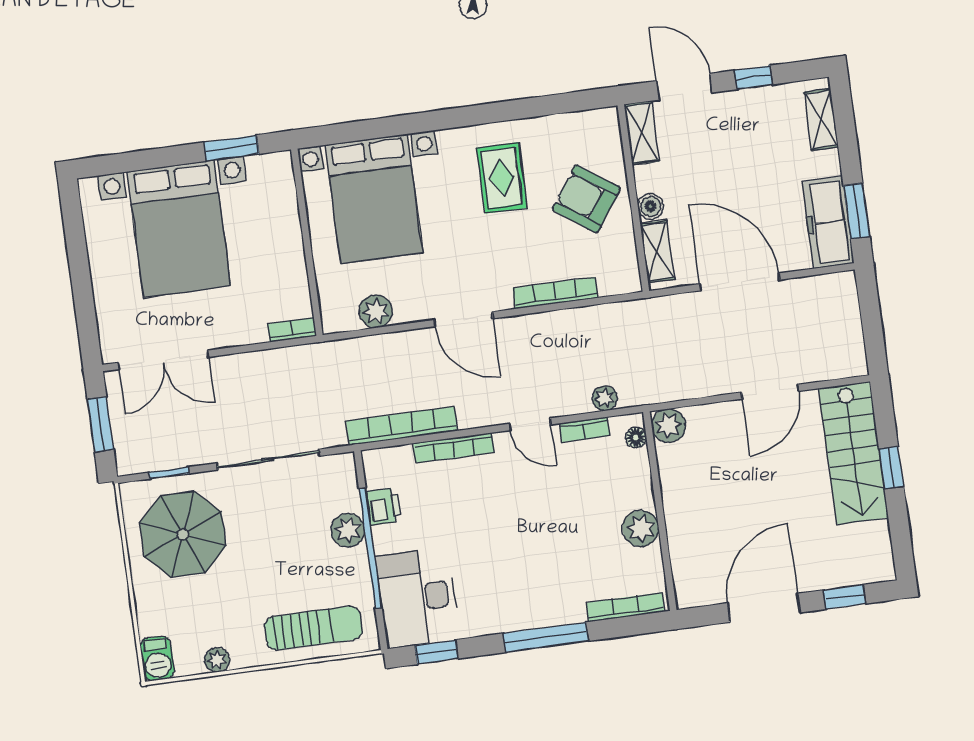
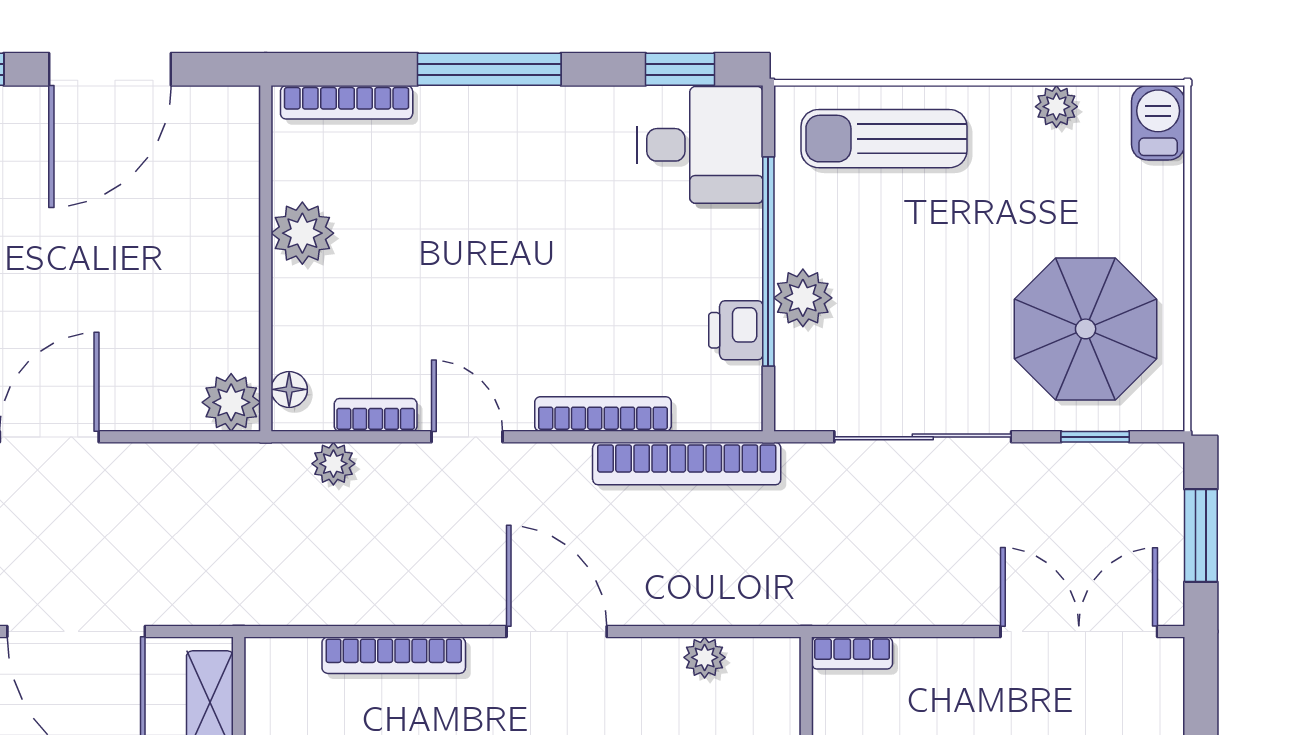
plant: (376, 311) -> (705, 657), width x0.73, depth x0.73
desk: (417, 598) -> (700, 145), width x0.73

